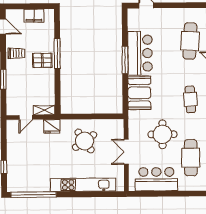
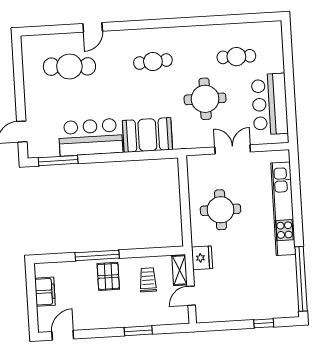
trolley: (17, 53) -> (148, 280), moved
window: (125, 60) -> (58, 161), moved
door: (26, 117) -> (191, 296), swing flipped
round table: (85, 141) -> (221, 210), turned 35
double door: (126, 152) -> (233, 149), swing flipped
cafe table: (191, 158) -> (236, 57), width x0.73, depth x0.74

